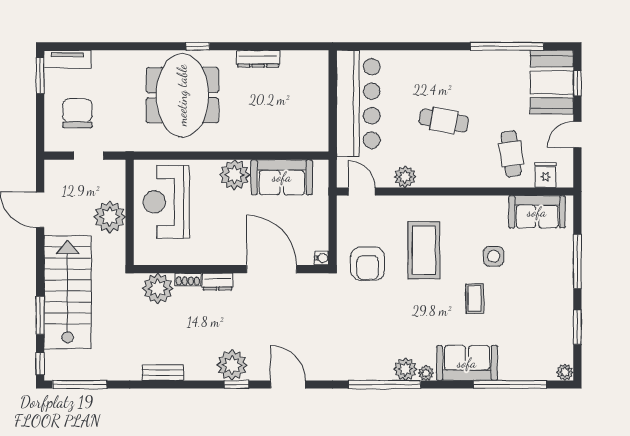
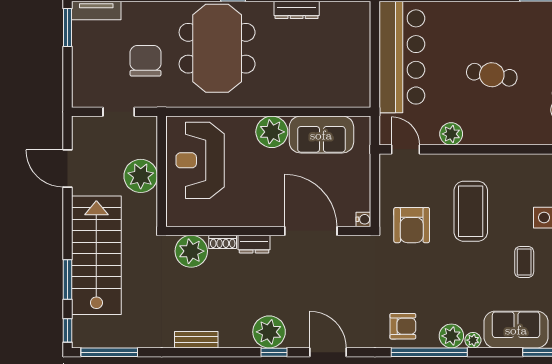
chair: (77, 113) -> (146, 61), moved
armchair: (359, 360) -> (403, 326), added

